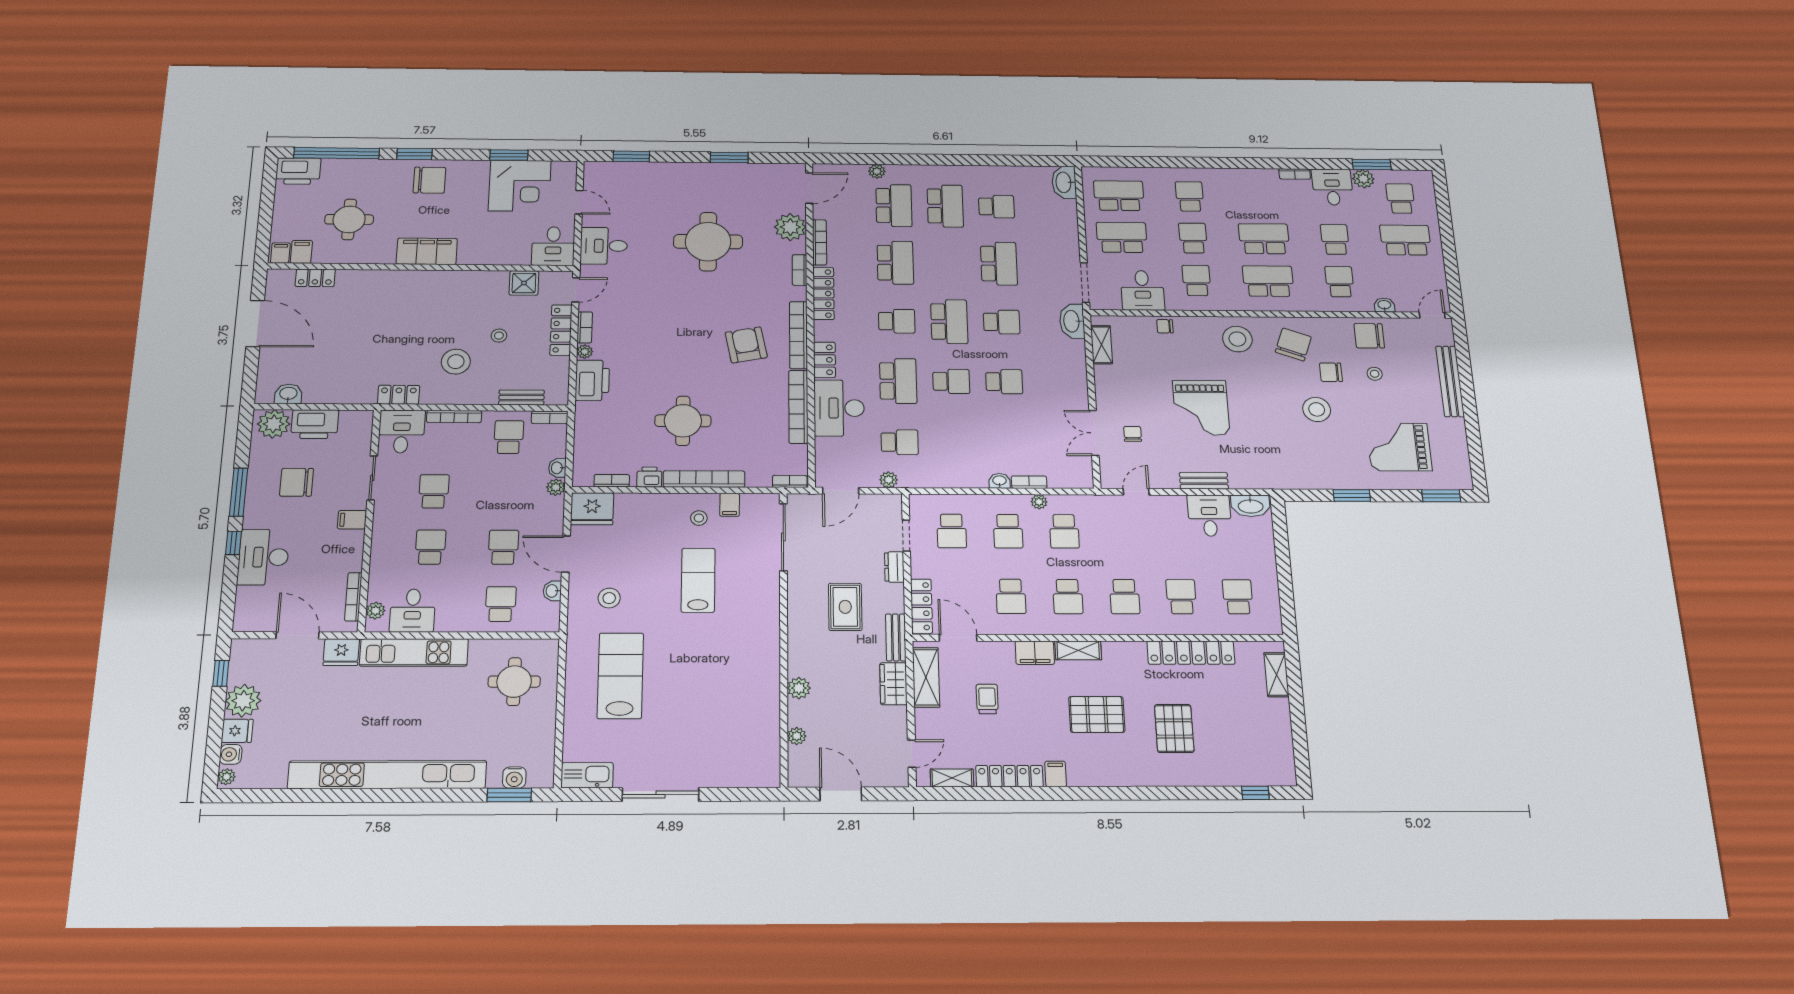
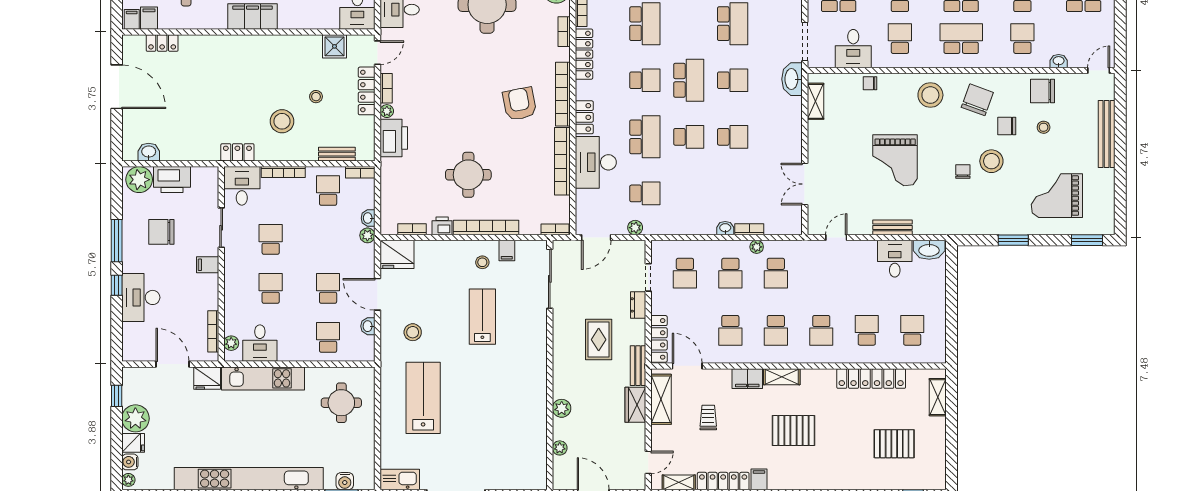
chair: (1133, 434) -> (963, 171), moved
pallet: (1174, 728) -> (894, 444), moved, turned 90

